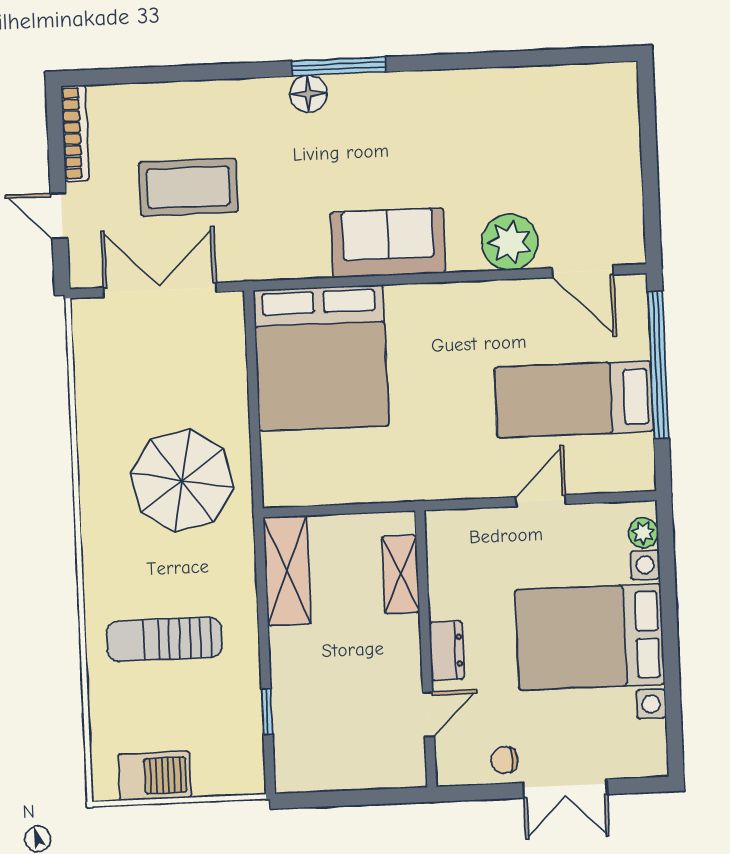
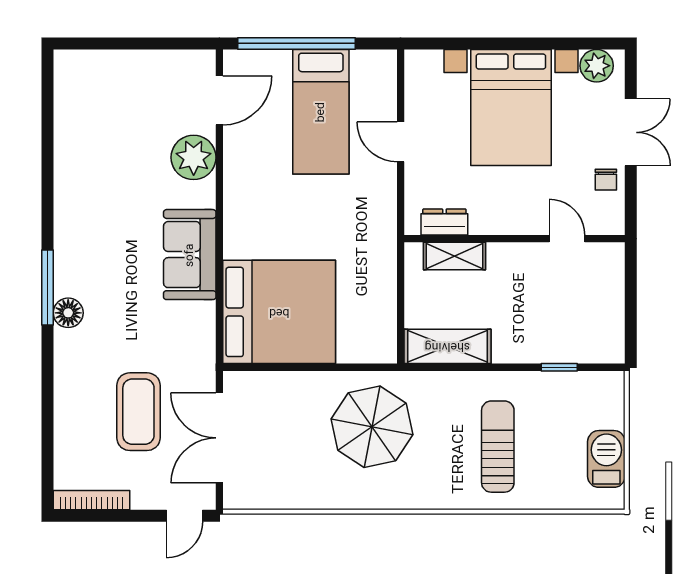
door: (59, 216) -> (184, 516), moved
plant: (643, 533) -> (597, 66), moved, width x1.38, depth x1.38
sun lounger: (164, 639) -> (498, 447), turned 180
dresser: (447, 651) -> (444, 222), moved

